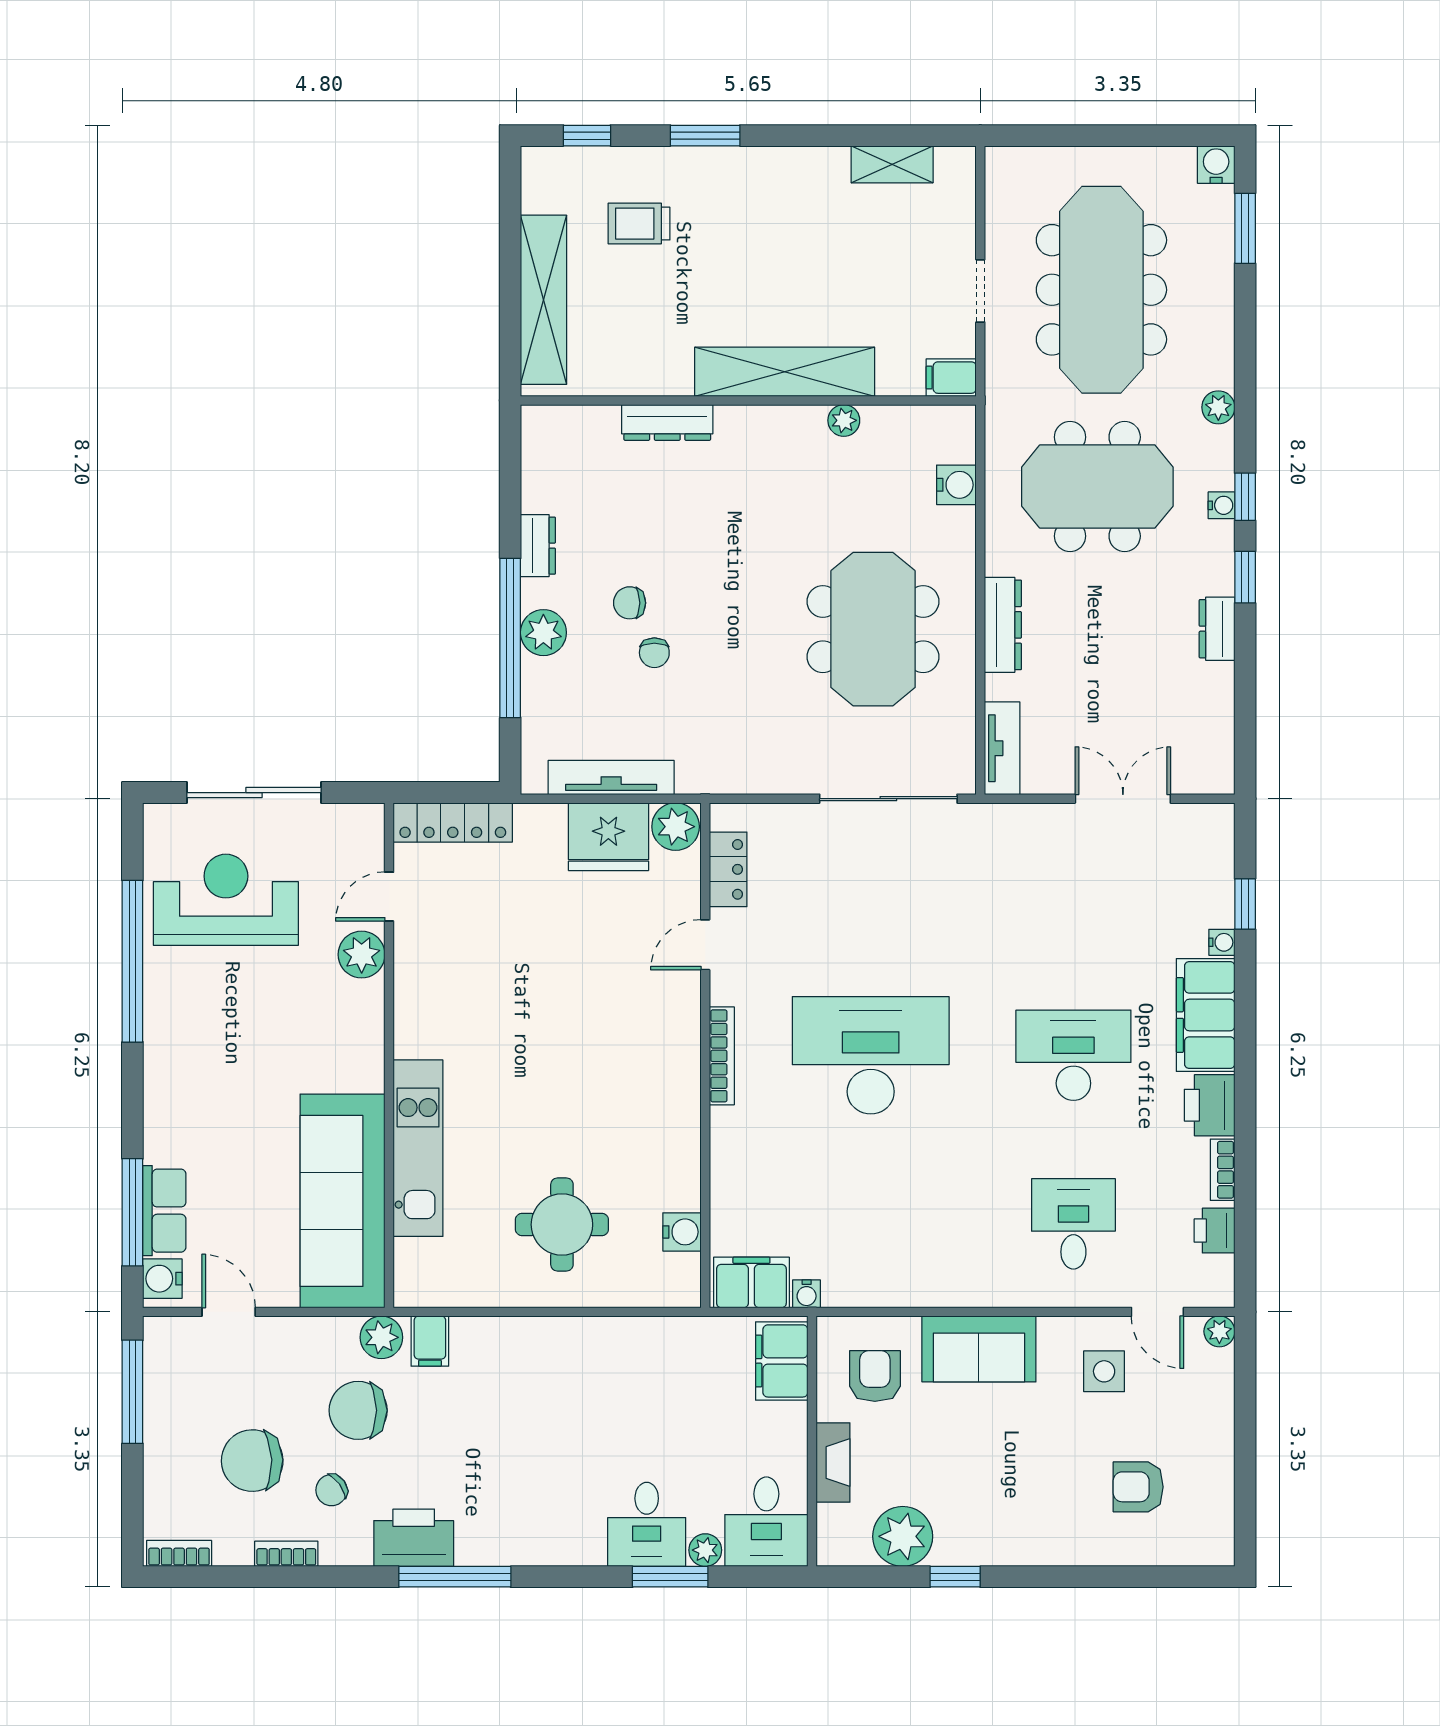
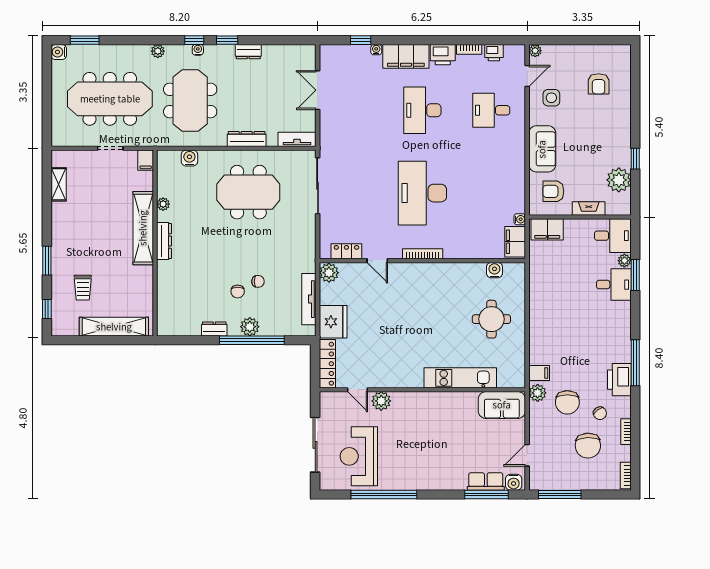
dresser: (667, 422) -> (164, 241), moved
fridge: (608, 837) -> (333, 322), moved
sofa: (343, 1201) -> (502, 405), width x0.54, depth x0.79

